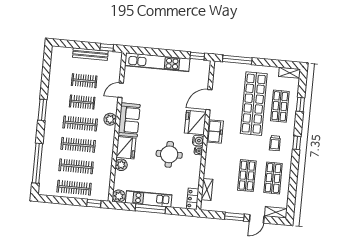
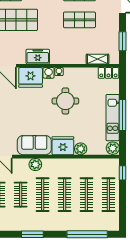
window: (234, 217) -> (123, 41), moved

